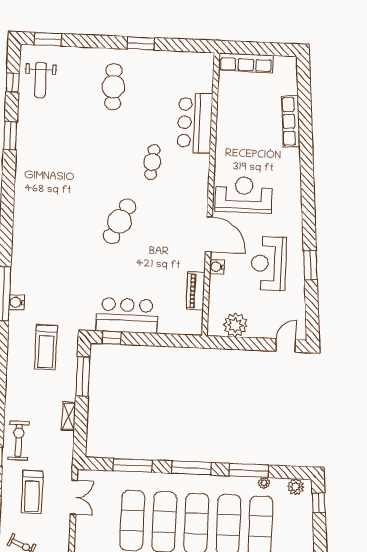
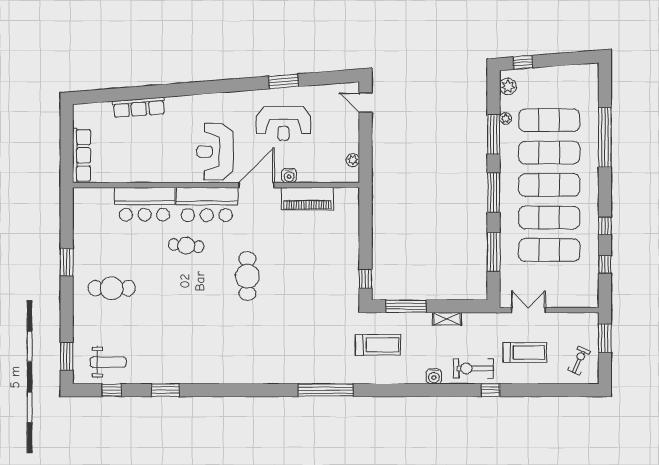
cafe table: (120, 221) -> (247, 276), turned 64
piano: (196, 291) -> (307, 199), width x1.37, depth x1.33
water cooler: (17, 302) -> (434, 376), moved
bar counter: (127, 315) -> (207, 205), moved, turned -90
plant: (235, 325) -> (353, 160), width x0.53, depth x0.53

